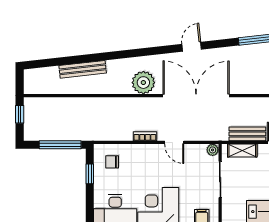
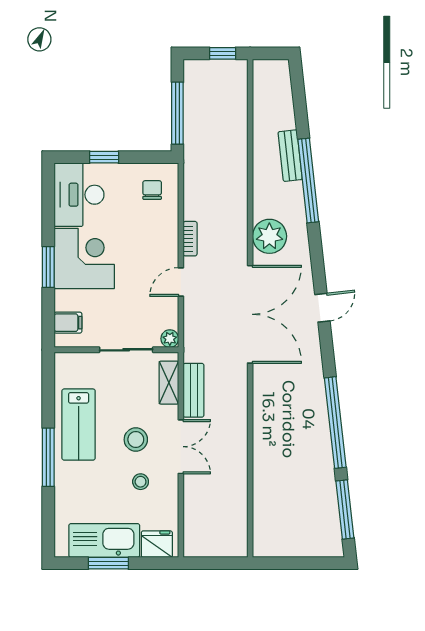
door: (192, 47) -> (322, 308), hinge flipped
window: (106, 56) -> (308, 180), added
bench: (83, 69) -> (290, 156), width x0.73
window: (90, 174) -> (104, 157), moved

